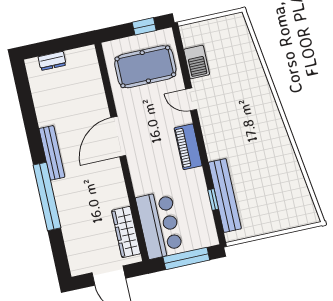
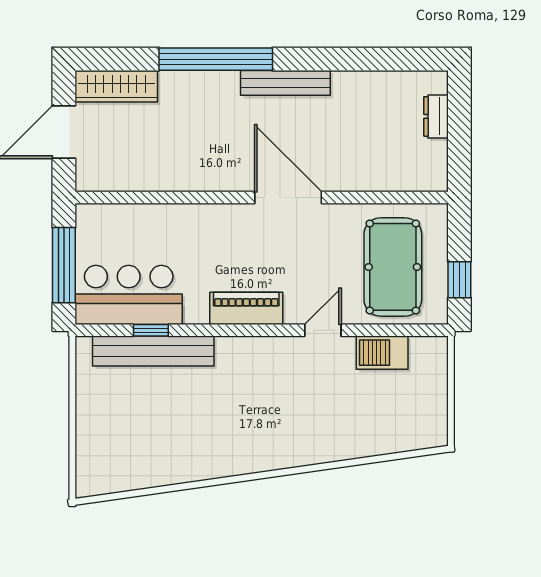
bar counter: (159, 225) -> (129, 295), moved, turned 180
wardrobe: (126, 232) -> (116, 86), moved, turned 180

